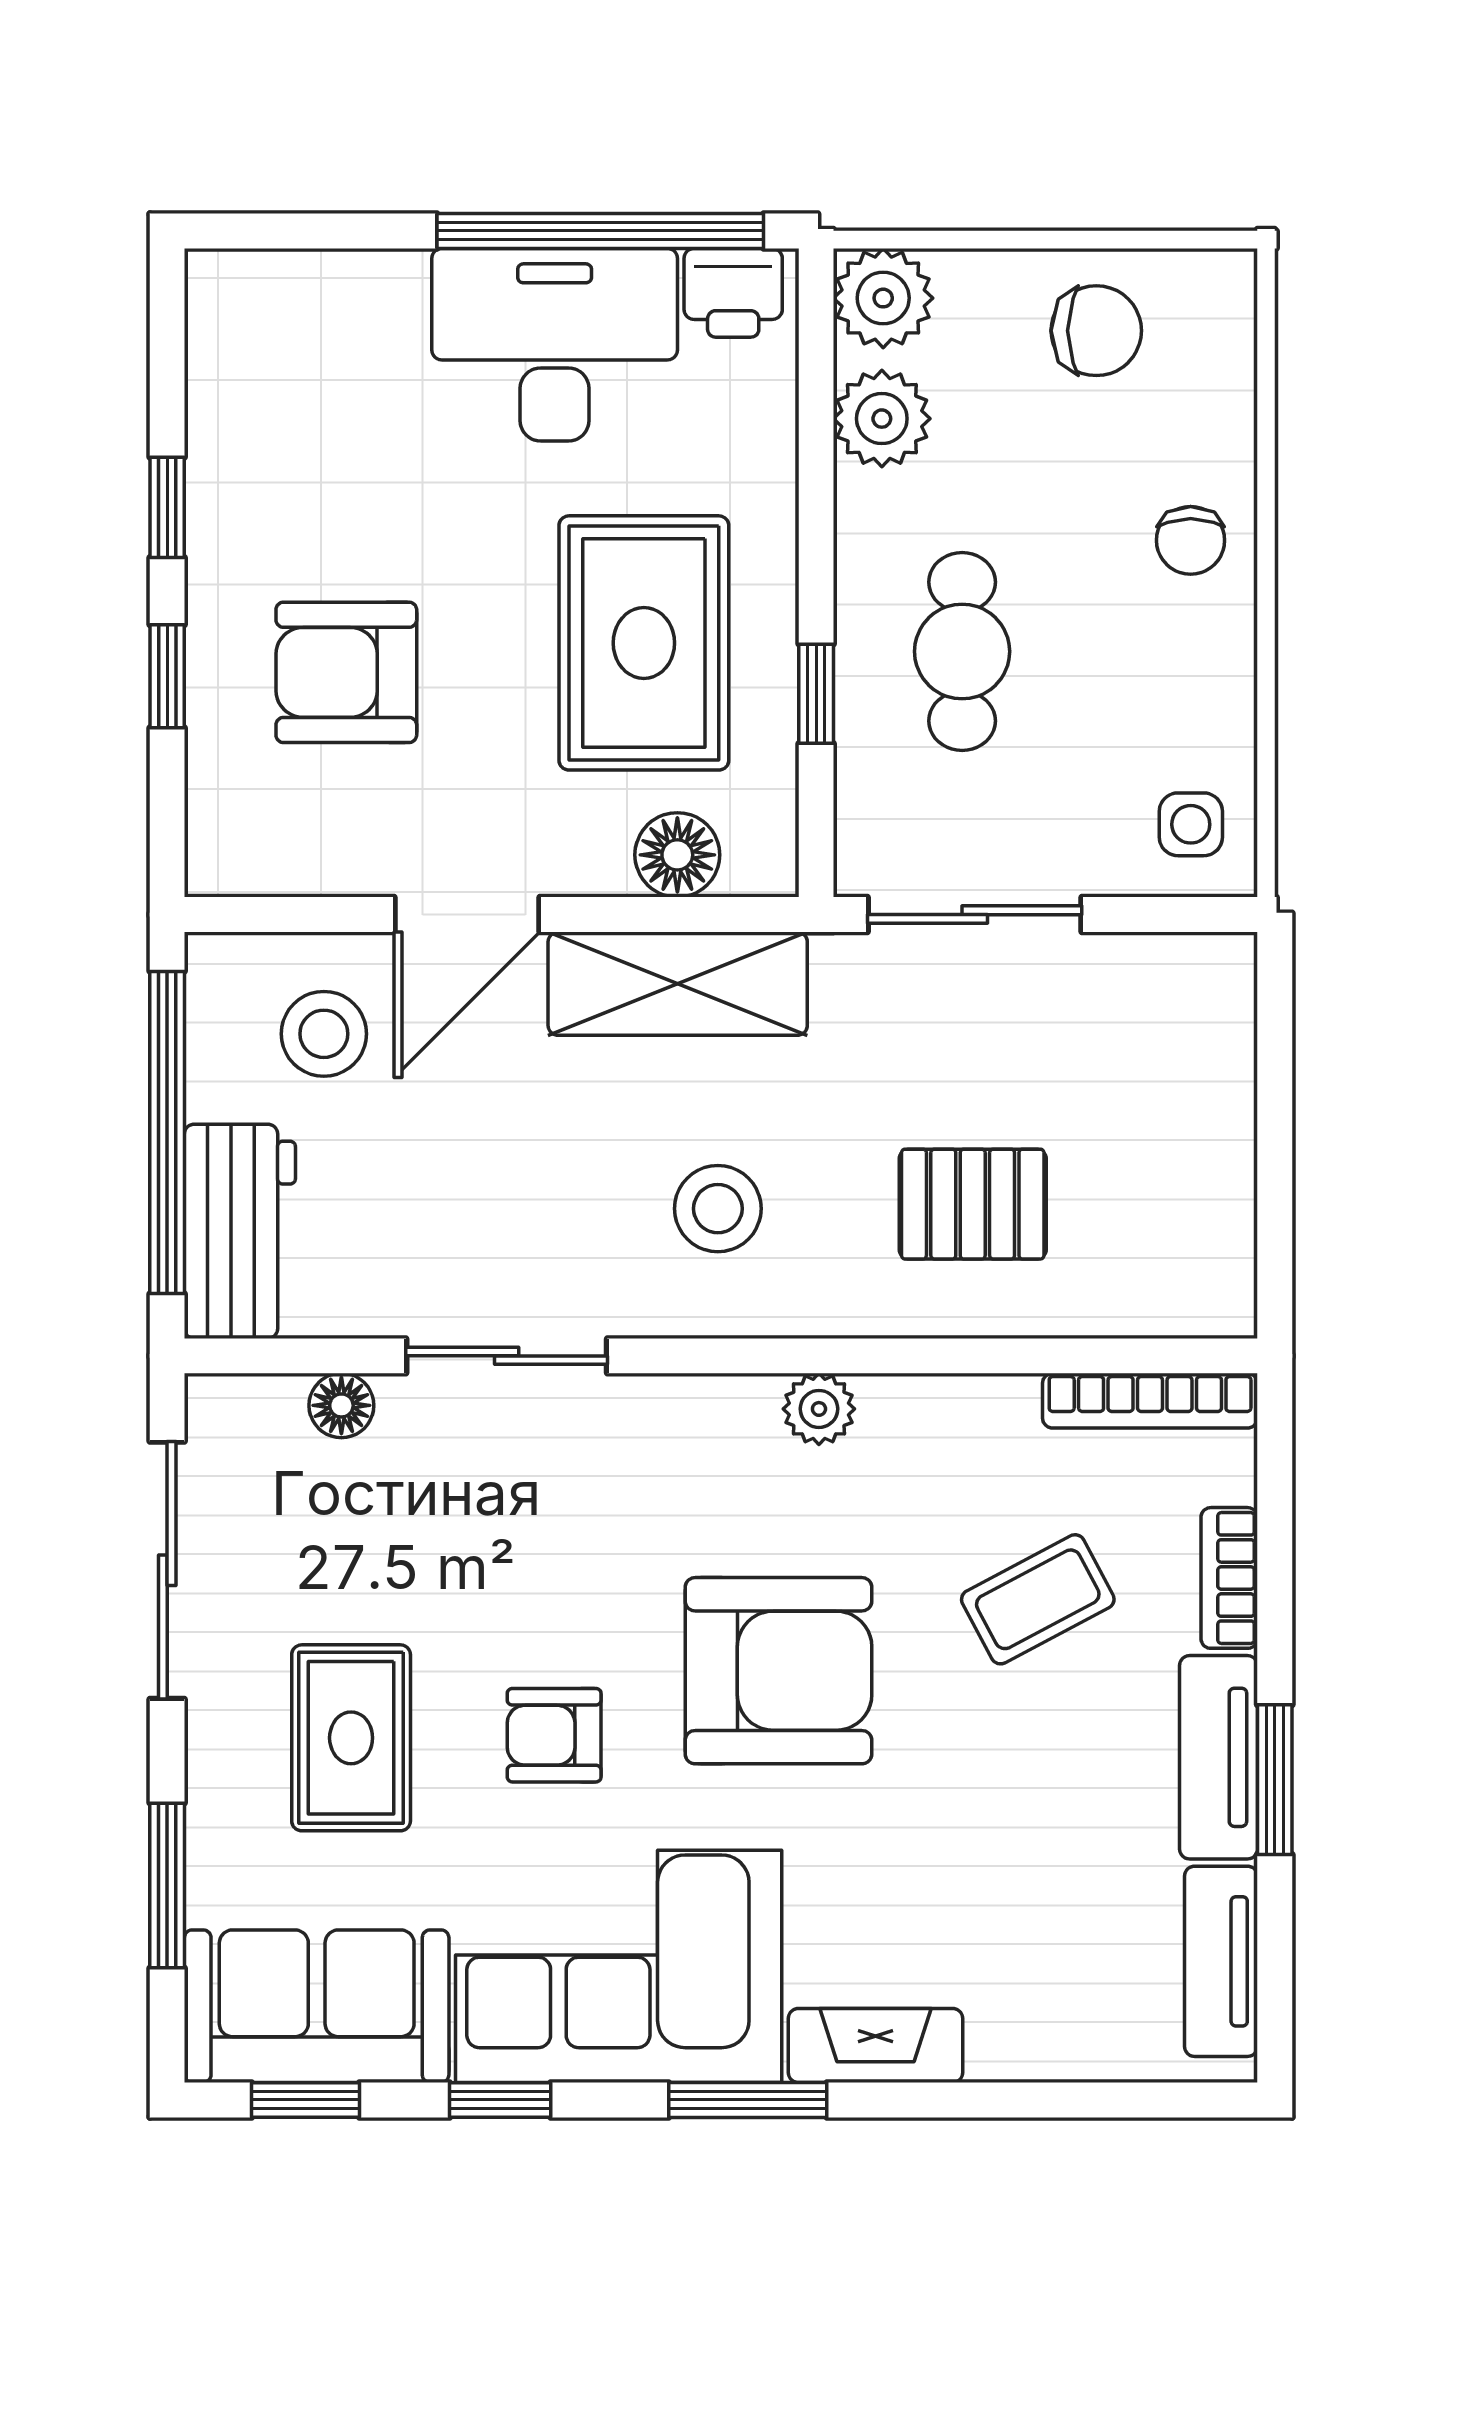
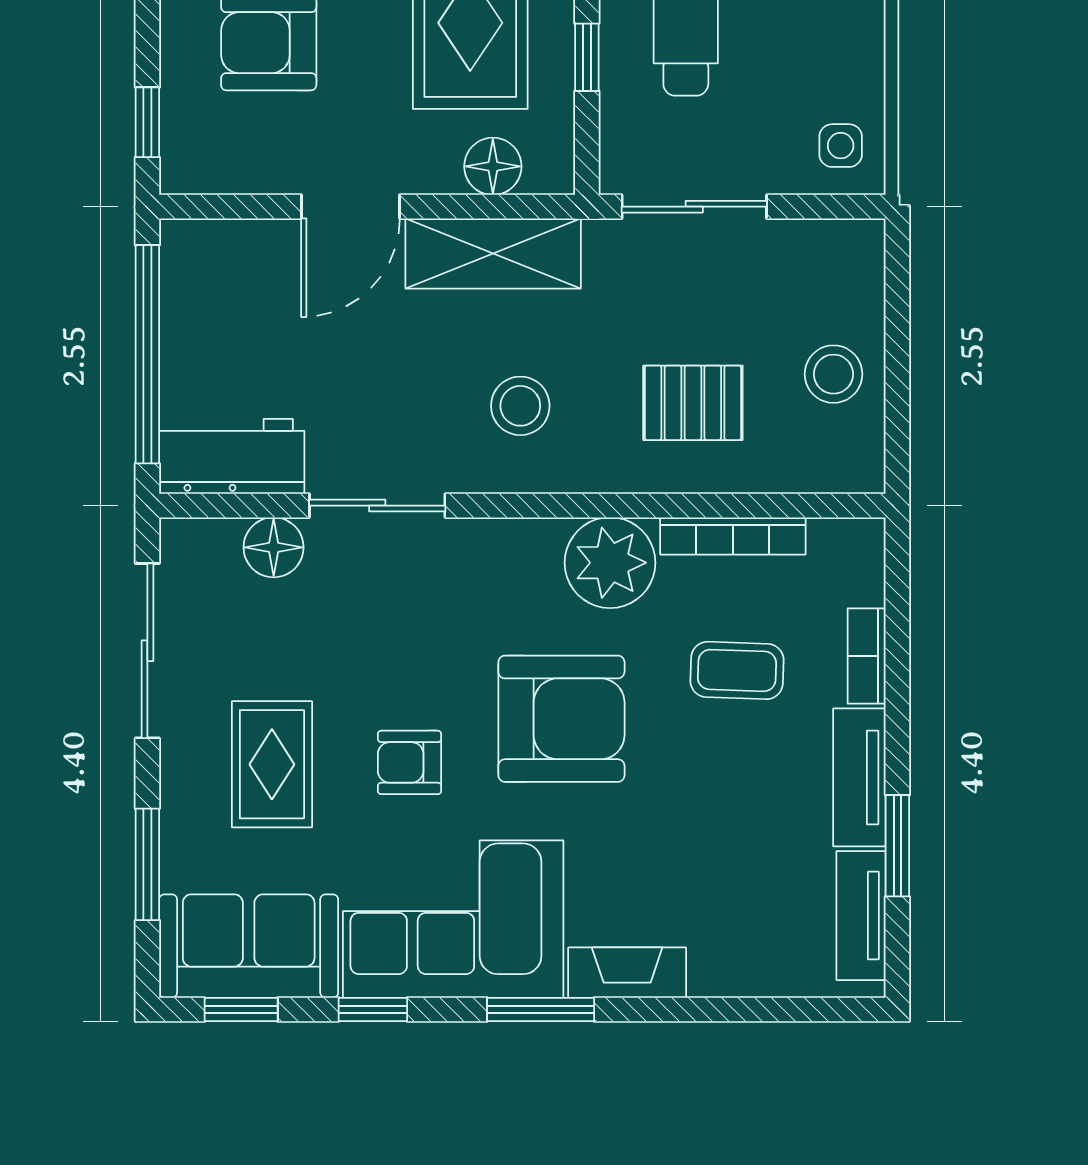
window: (167, 676) -> (147, 122), moved
stool: (324, 1034) -> (833, 374), moved
workbench: (240, 1231) -> (232, 456), moved, turned -90
bookcase: (1150, 1401) -> (733, 536), moved
floor lamp: (341, 1405) -> (274, 547), width x1.37, depth x1.37
plant: (819, 1409) -> (610, 563), width x1.87, depth x1.87
coffee table: (1038, 1599) -> (737, 670), turned 30
window: (1275, 1780) -> (897, 846), moved

